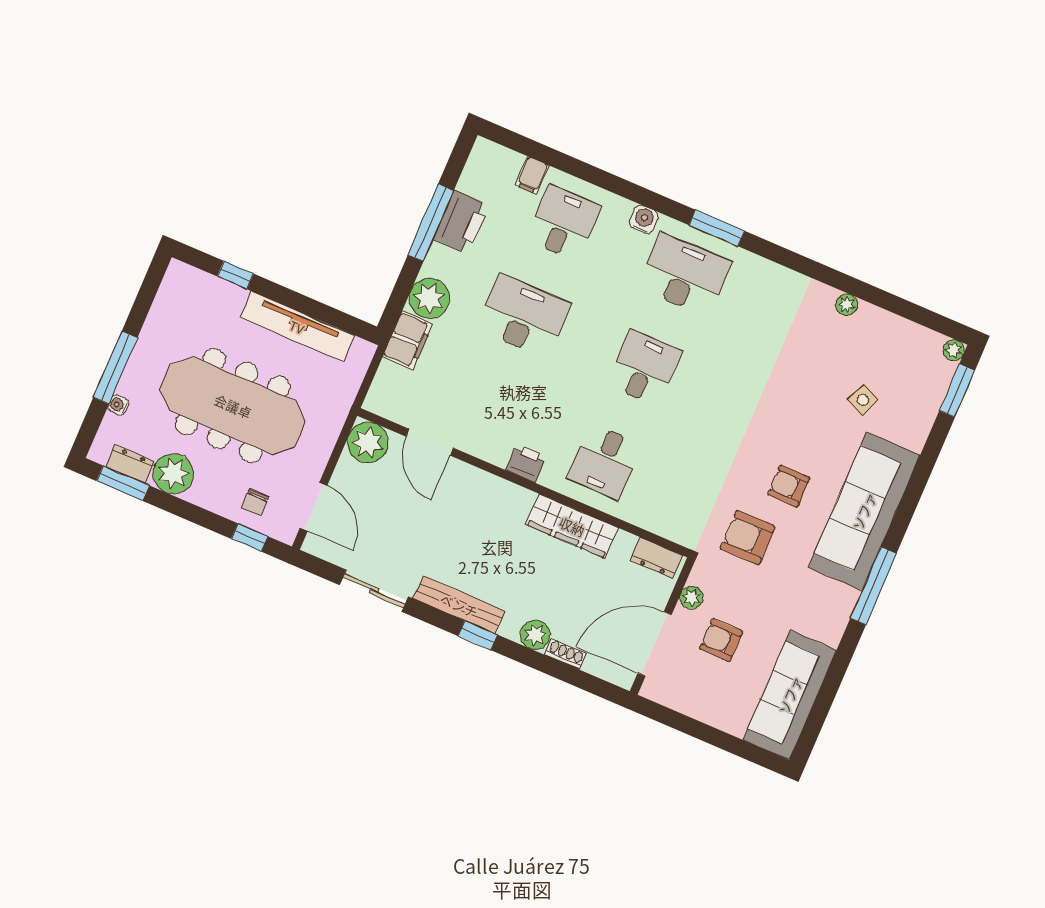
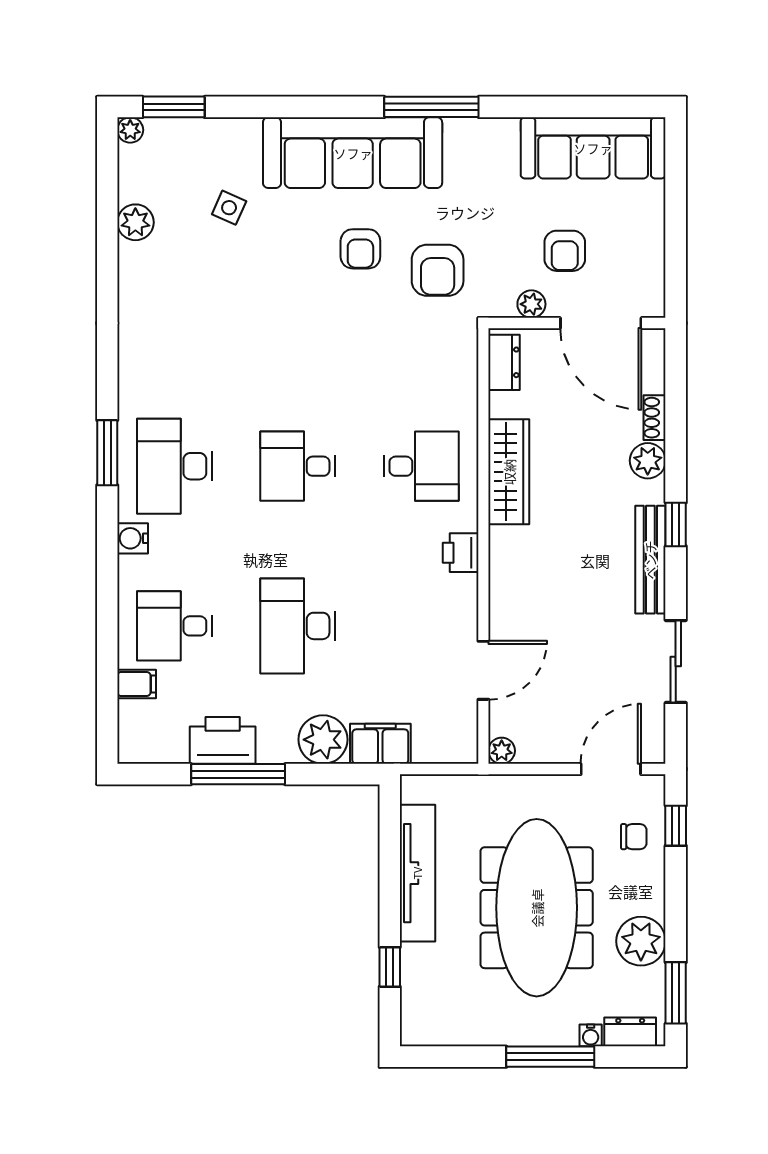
plant: (847, 305) -> (135, 222), moved, width x1.38, depth x1.38
plant: (368, 442) -> (502, 751), width x0.53, depth x0.53
dresser: (130, 464) -> (630, 1032), moved, turned 90

